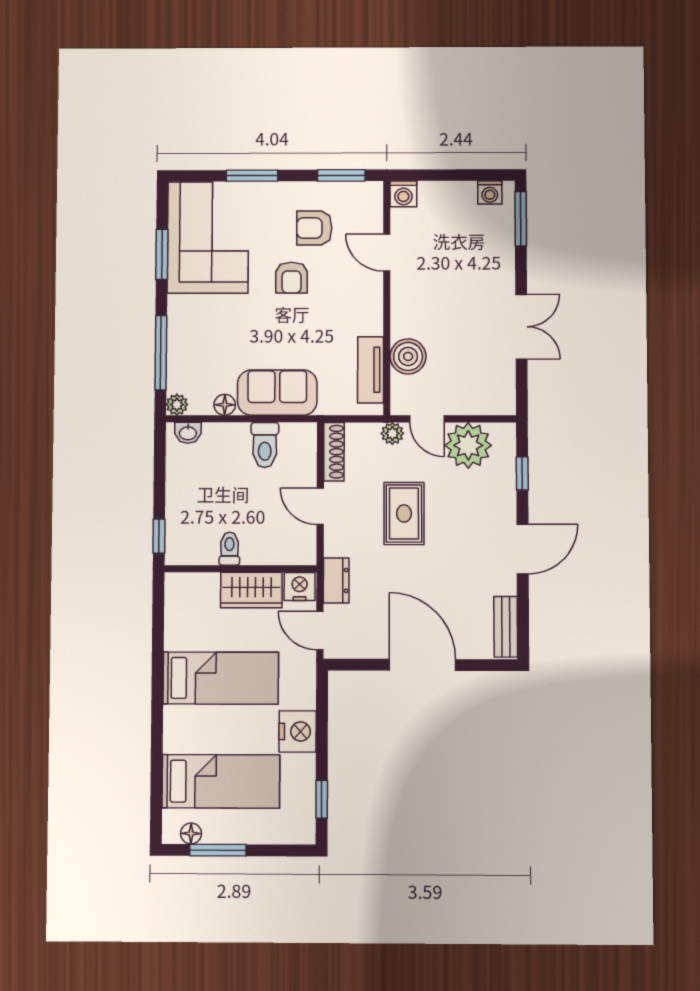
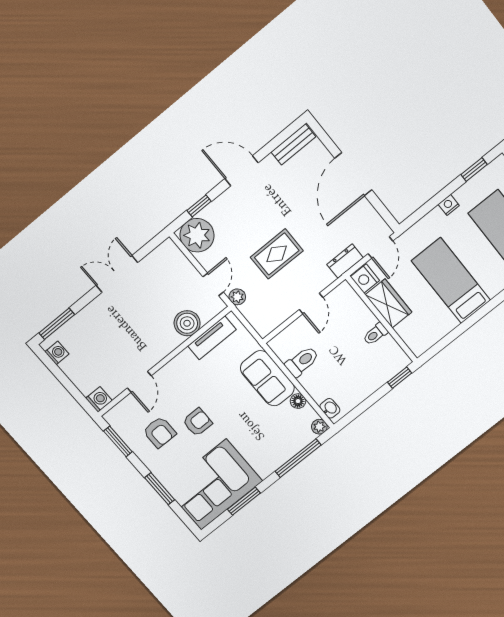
plant: (468, 445) -> (197, 235), moved
shoe rack: (334, 452) -> (274, 321), removed
nightstand: (298, 732) -> (449, 205), width x0.53, depth x0.56

